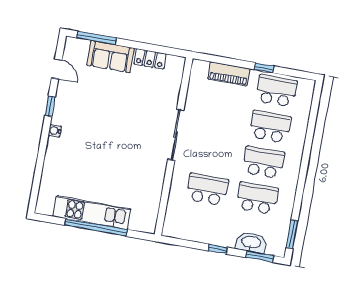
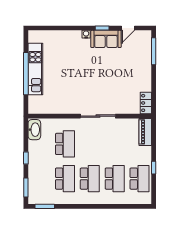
sofa: (110, 57) -> (106, 39), moved, turned -90
locker: (150, 59) -> (146, 103), moved
piano: (229, 74) -> (145, 132), moved
washbasin: (251, 243) -> (34, 130), moved

